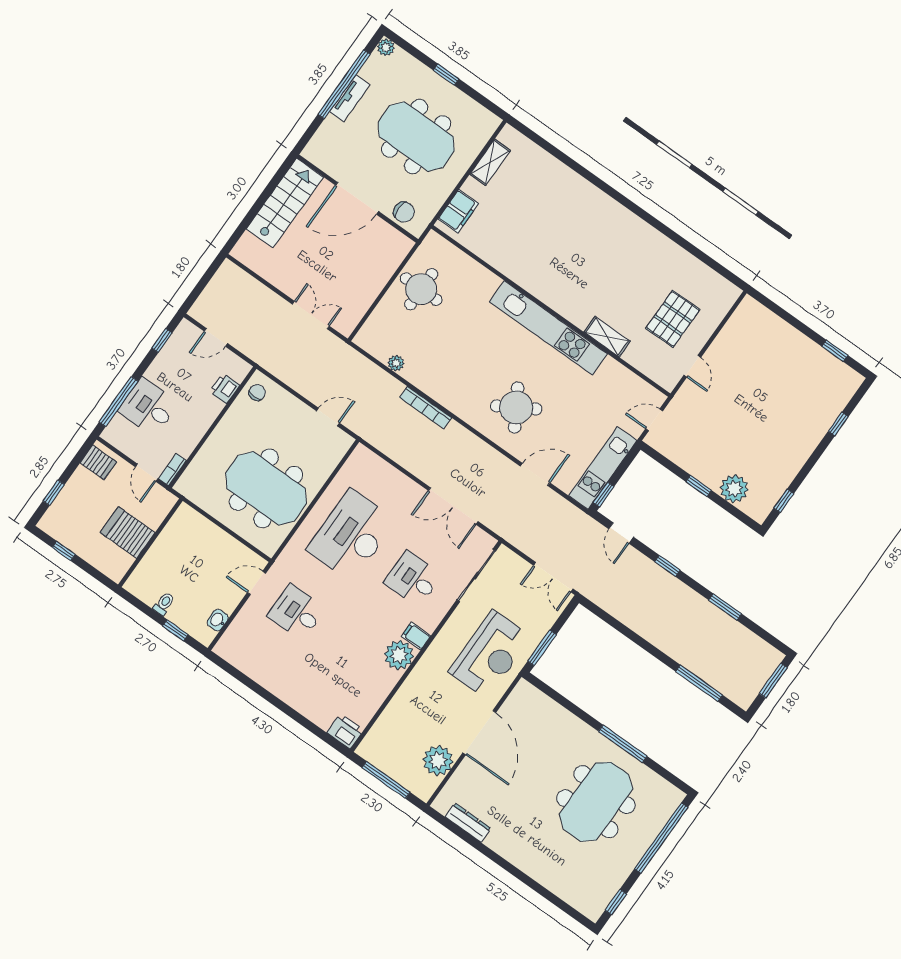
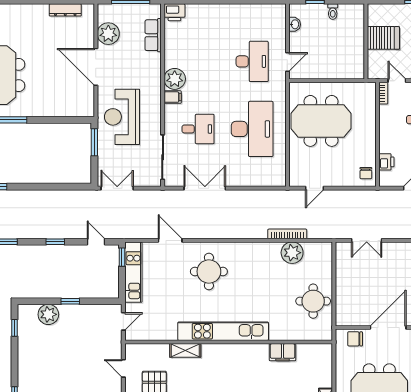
filing cabinet: (458, 211) -> (283, 352), moved, turned -90
plant: (396, 363) -> (292, 253), width x1.88, depth x1.88
round table: (516, 407) -> (209, 271), turned 31
bookcase: (426, 408) -> (287, 234), moved
door: (535, 474) -> (170, 240), swing flipped
desk: (296, 612) -> (252, 61), width x1.37
row of seats: (388, 722) -> (153, 35), added

